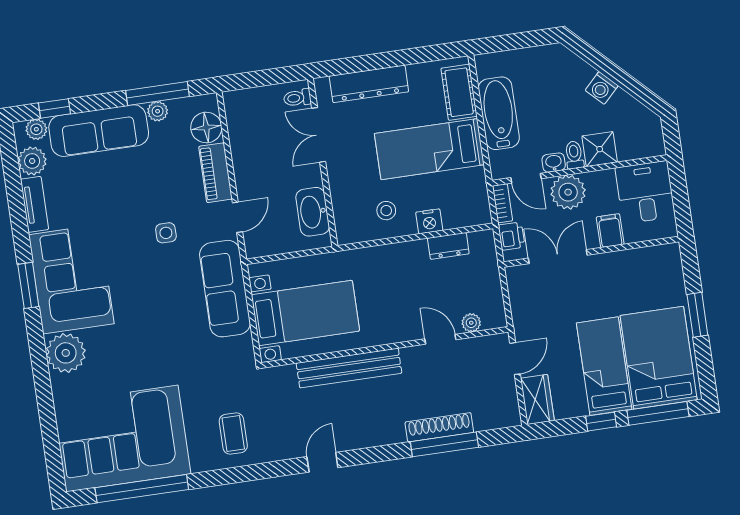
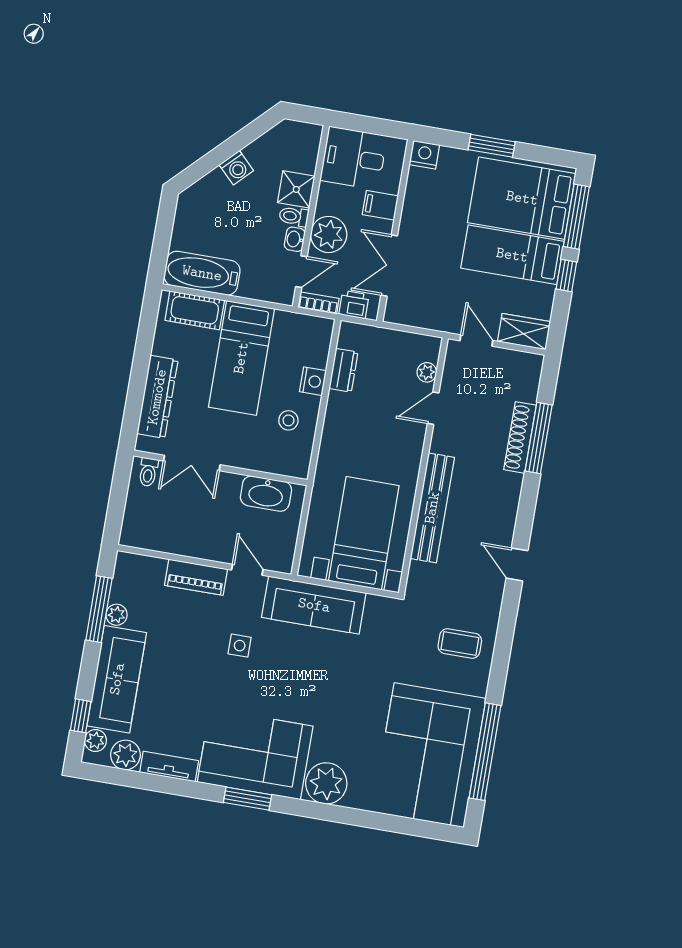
bathtub: (499, 113) -> (202, 273), moved
floor lamp: (206, 128) -> (148, 572), removed
nightstand: (669, 256) -> (424, 155), added

